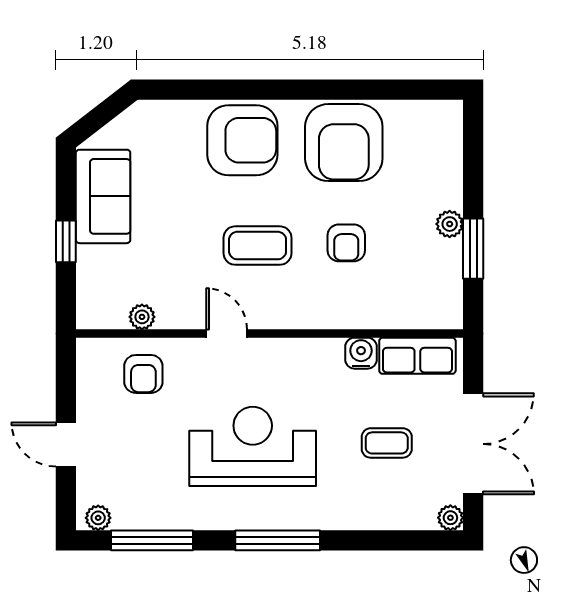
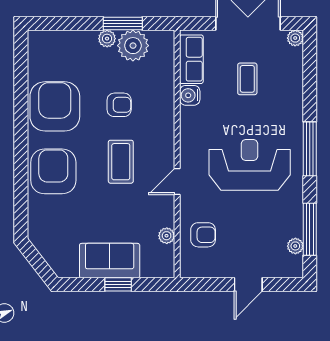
armchair: (344, 143) -> (55, 106), turned -90
sofa: (103, 196) -> (110, 261), moved
plant: (439, 265) -> (133, 46), added
reception desk: (253, 446) -> (250, 165), turned 90
plant: (98, 518) -> (295, 246), moved

